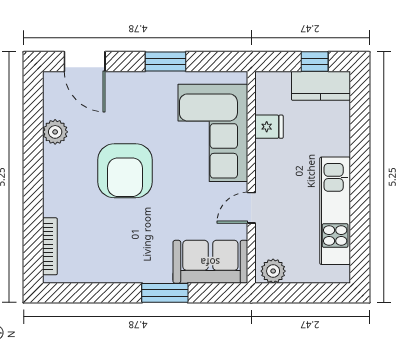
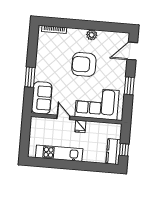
fridge: (269, 127) -> (80, 126), moved
plant: (55, 132) -> (92, 35), moved
plant: (273, 271) -> (35, 124), removed

